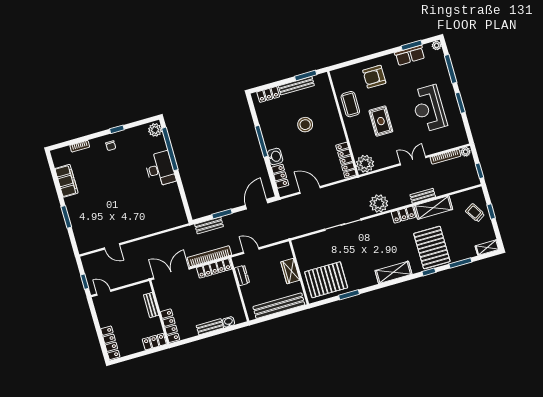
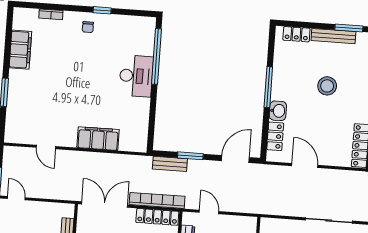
plant: (155, 130) -> (147, 28), removed
filing cabinet: (149, 226) -> (98, 139), added

